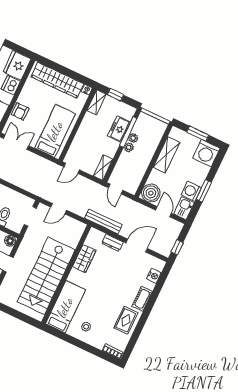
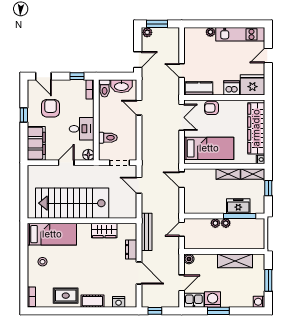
plant: (133, 138) -> (215, 223), moved
washing machine: (206, 153) -> (259, 302), width x0.53, depth x0.53
shelving: (103, 168) -> (228, 174), moved
boiler: (151, 193) -> (189, 259), width x0.54, depth x0.54

